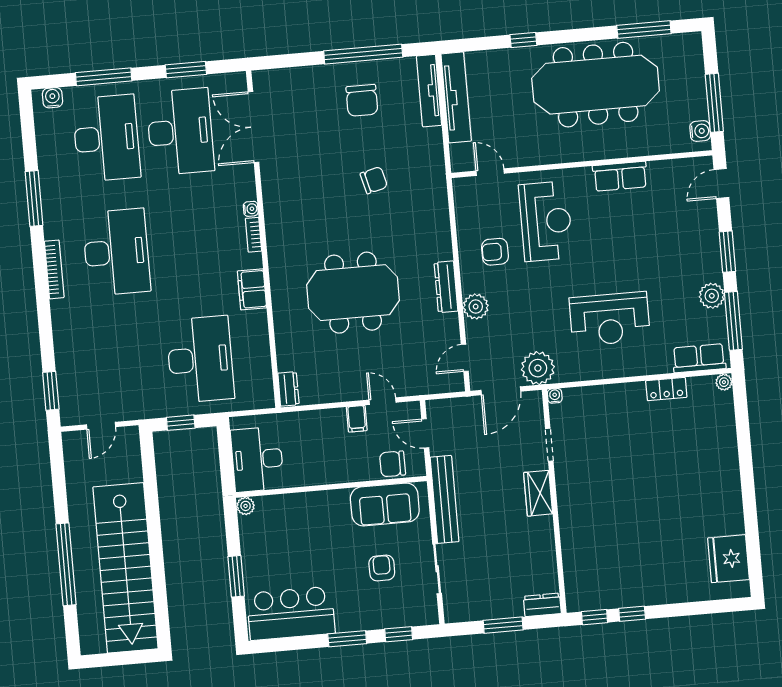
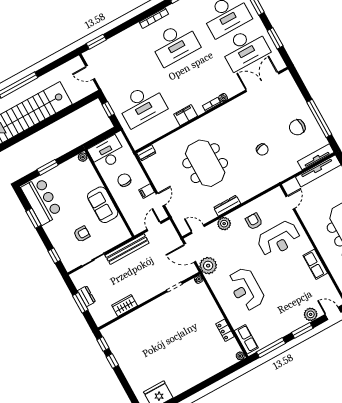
plant: (712, 296) -> (311, 314), moved
chair: (393, 464) -> (124, 180), moved
wardrobe: (538, 493) -> (125, 306), moved
sofa: (385, 504) -> (103, 205), moved
dresser: (542, 605) -> (87, 296), moved
window: (347, 639) -> (34, 218), moved

